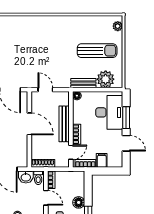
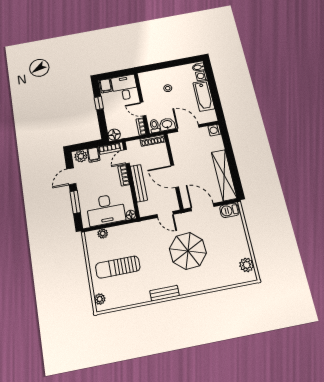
parasol: (32, 53) -> (188, 251), added
plant: (106, 79) -> (103, 234), width x0.53, depth x0.53
bench: (83, 83) -> (165, 293), moved
desk: (109, 112) -> (106, 210), moved, turned -90
door: (126, 143) -> (71, 176), hinge flipped
plant: (114, 161) -> (81, 156), added
floor lamp: (79, 202) -> (114, 135), moved

